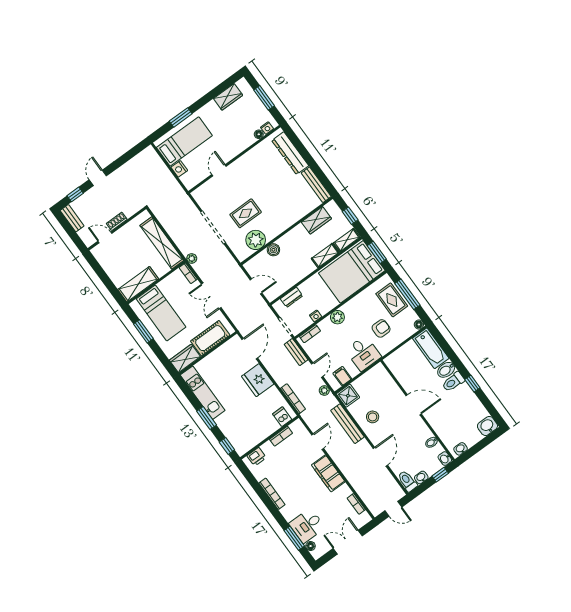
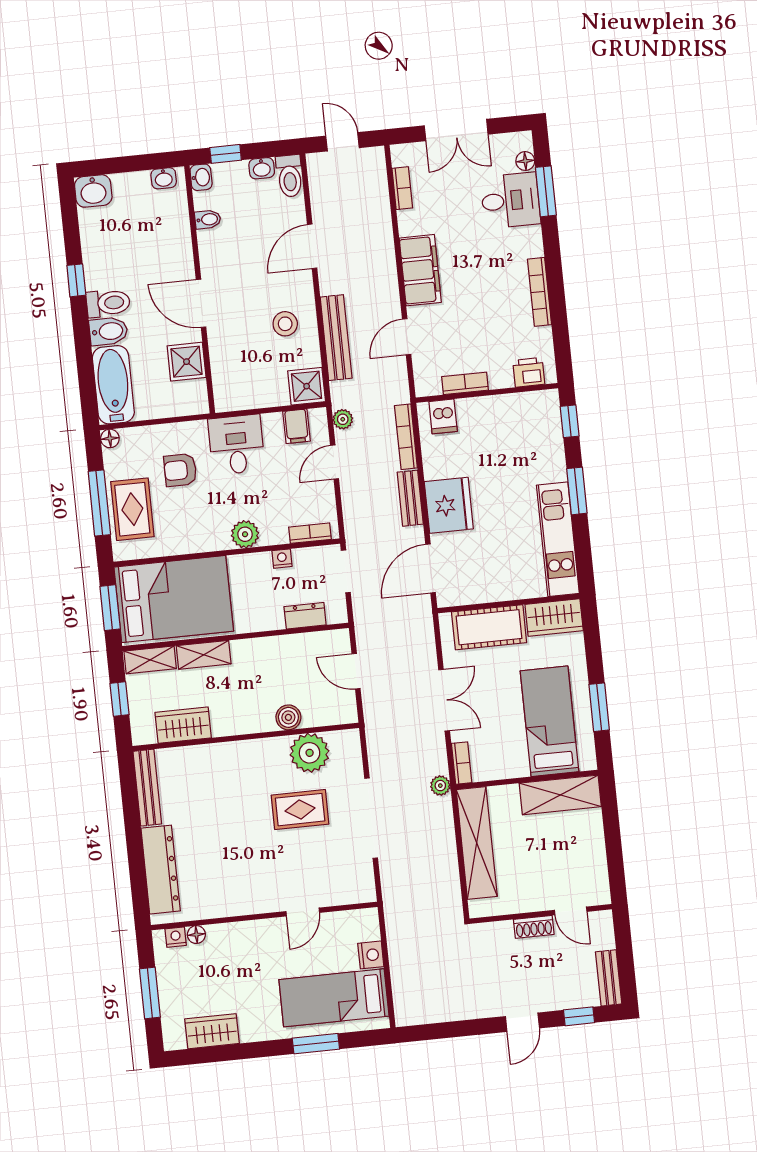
bench: (296, 352) -> (410, 498), moved
shower: (405, 376) -> (187, 362), added

